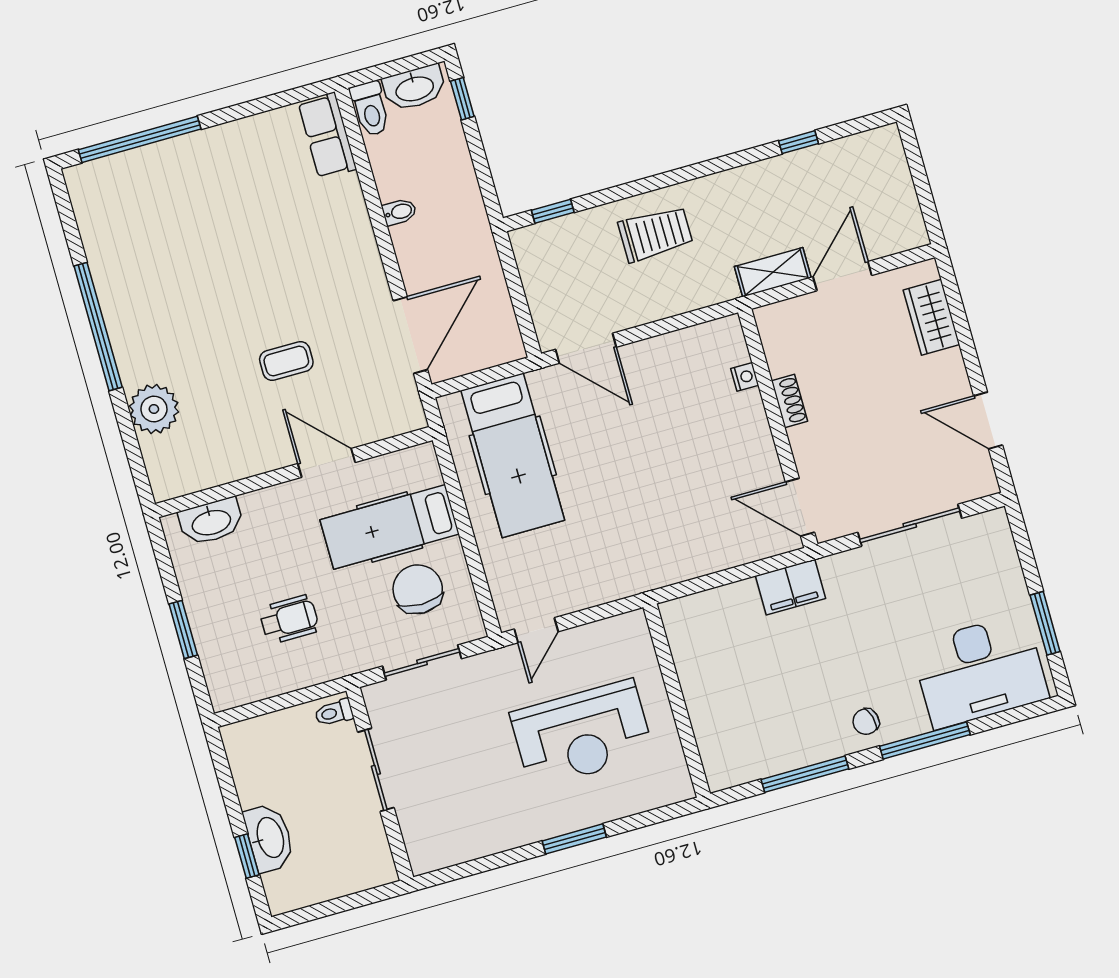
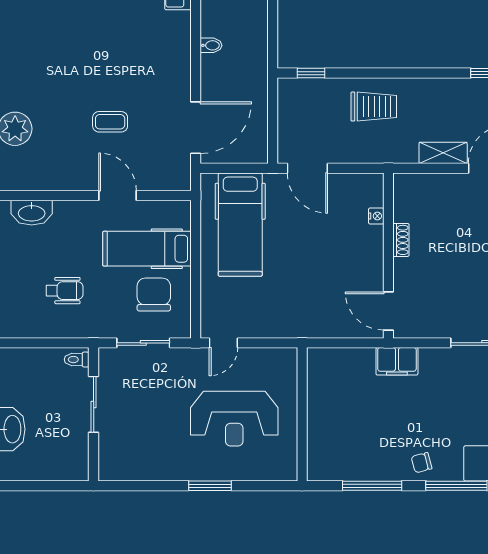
nightstand: (745, 377) -> (376, 216), moved
shoe rack: (789, 401) -> (401, 240), moved
wall: (778, 428) -> (388, 256), moved
door: (800, 507) -> (388, 311), moved

